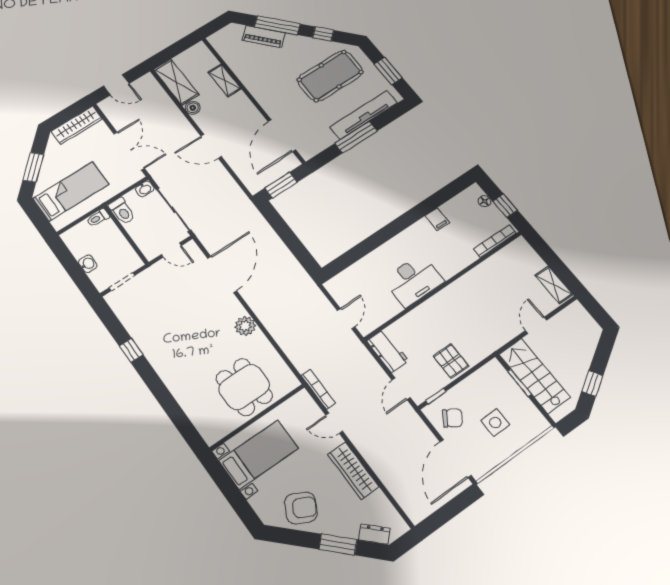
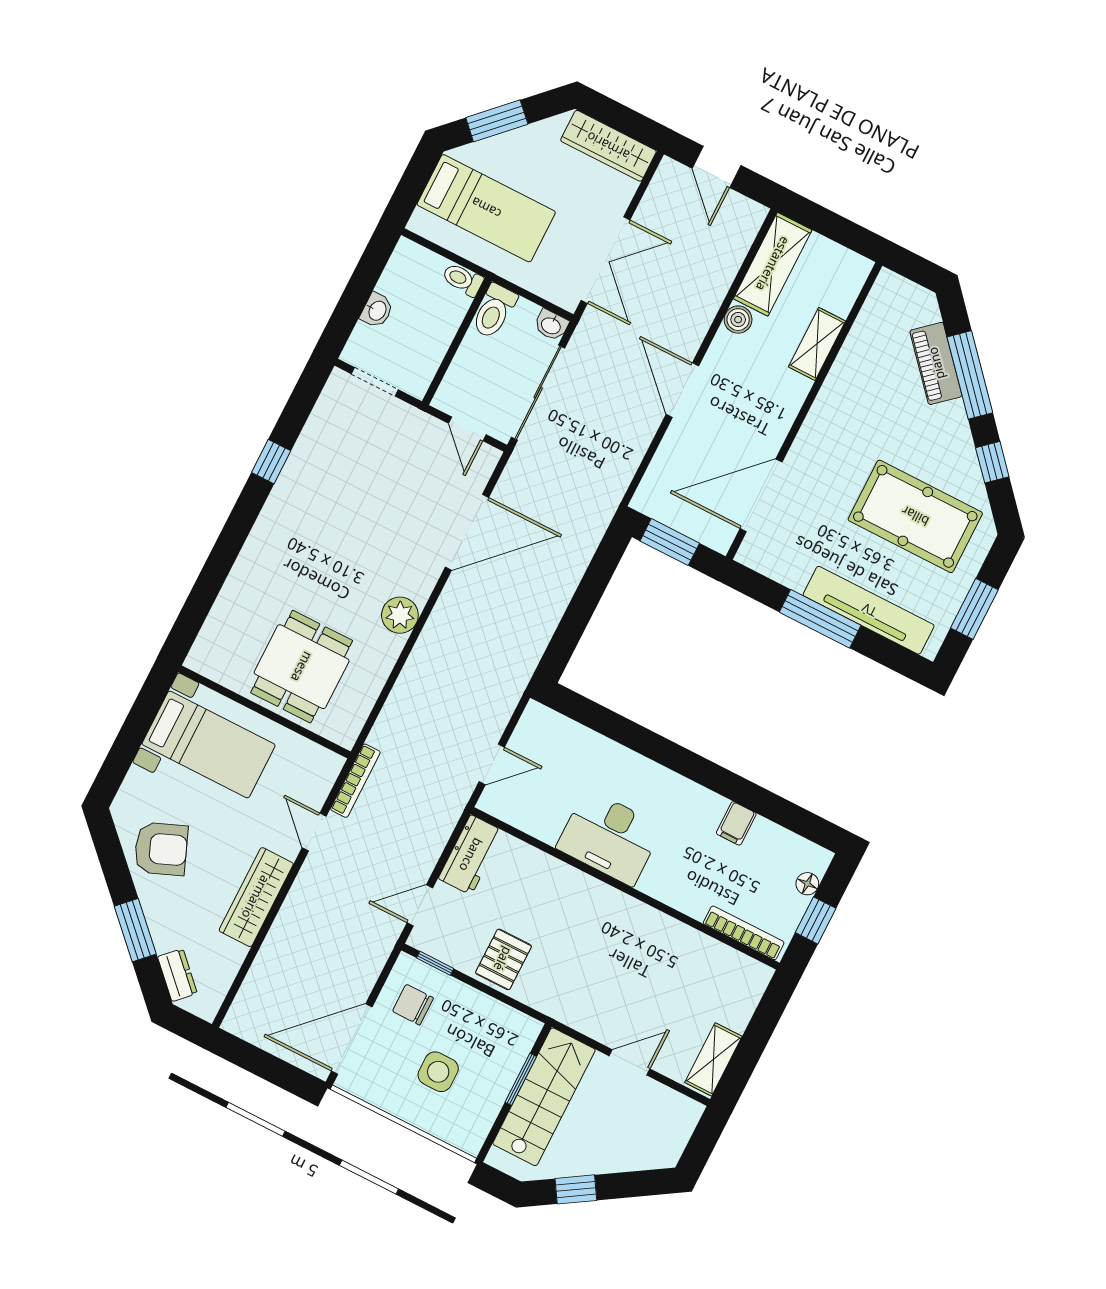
chair: (453, 418) -> (413, 1005), turned 147
armchair: (301, 508) -> (161, 849), turned -50

